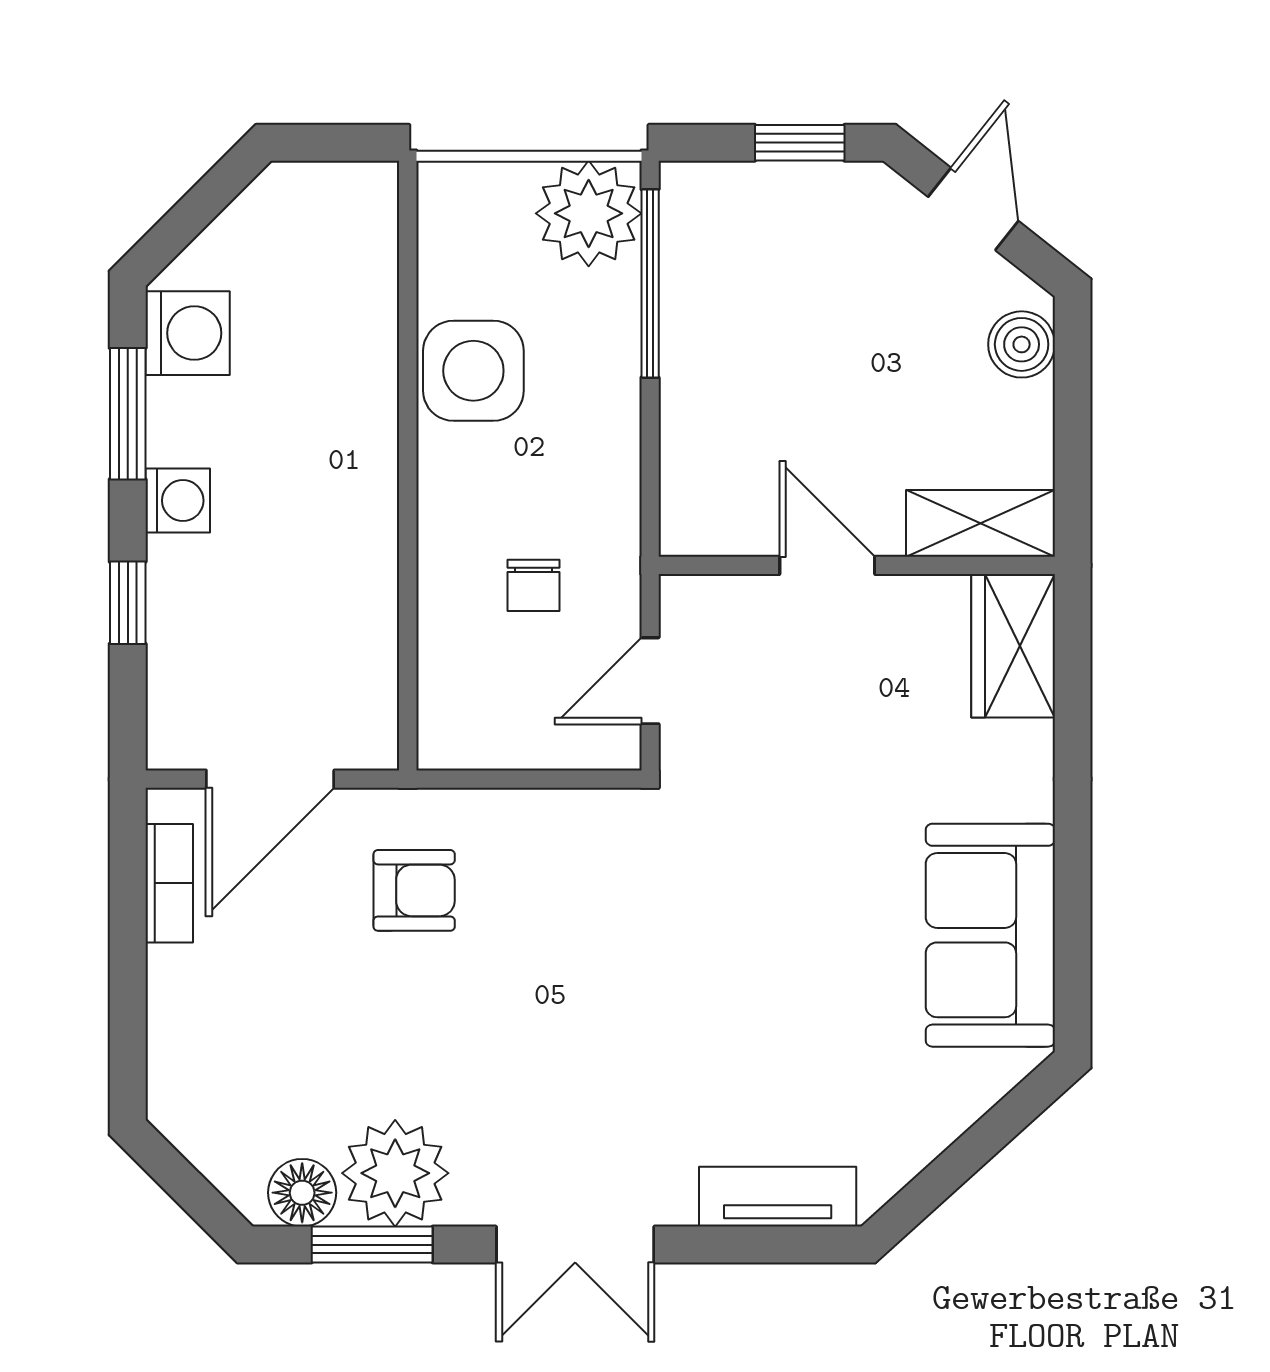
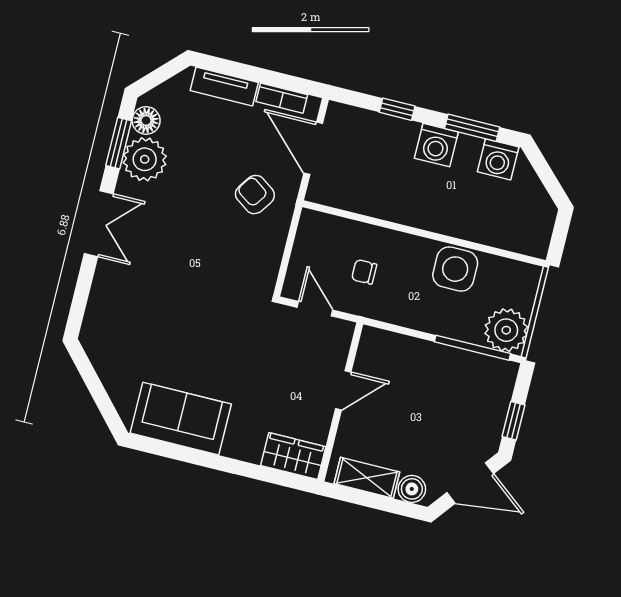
door: (973, 209) -> (470, 483), width x1.38
washing machine: (178, 501) -> (436, 145), width x1.38, depth x1.38
shelving: (980, 523) -> (367, 478), moved, turned 90
armchair: (414, 890) -> (255, 195), turned 125
tv unit: (778, 1197) -> (224, 87), moved, turned 90
double door: (575, 1245) -> (99, 224), swing flipped

